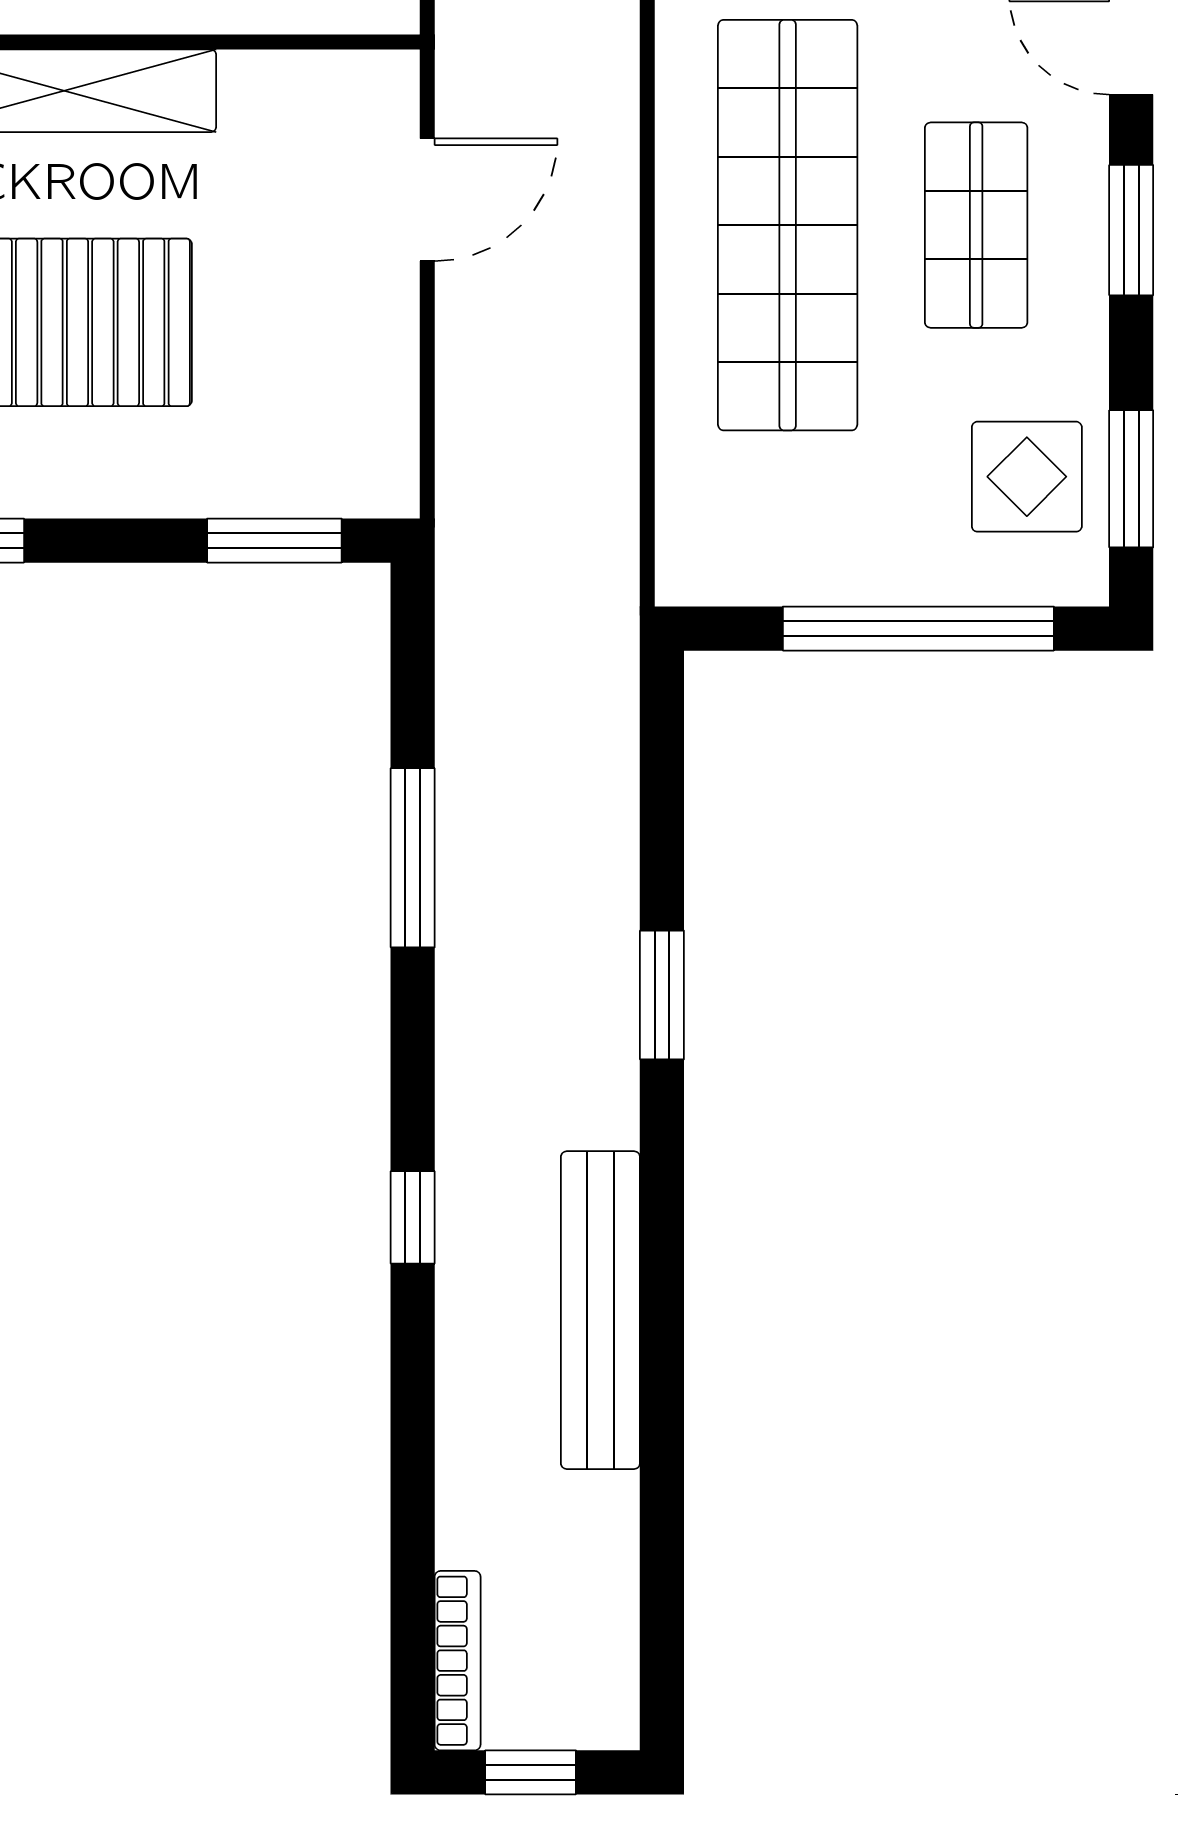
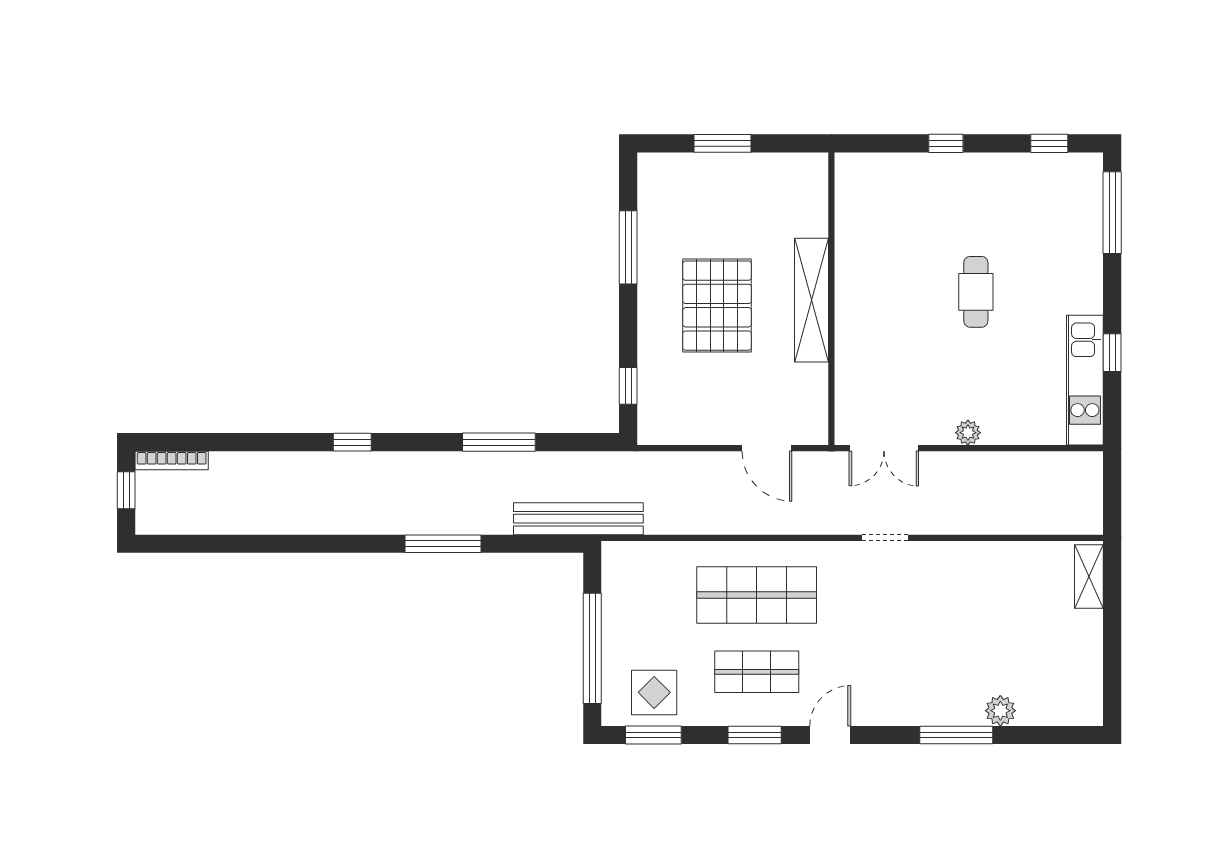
shop shelf: (788, 225) -> (757, 595), width x0.71
window: (274, 541) -> (628, 386), width x0.67
window: (662, 995) -> (443, 544), width x1.44
bench: (600, 1310) -> (578, 519), moved

